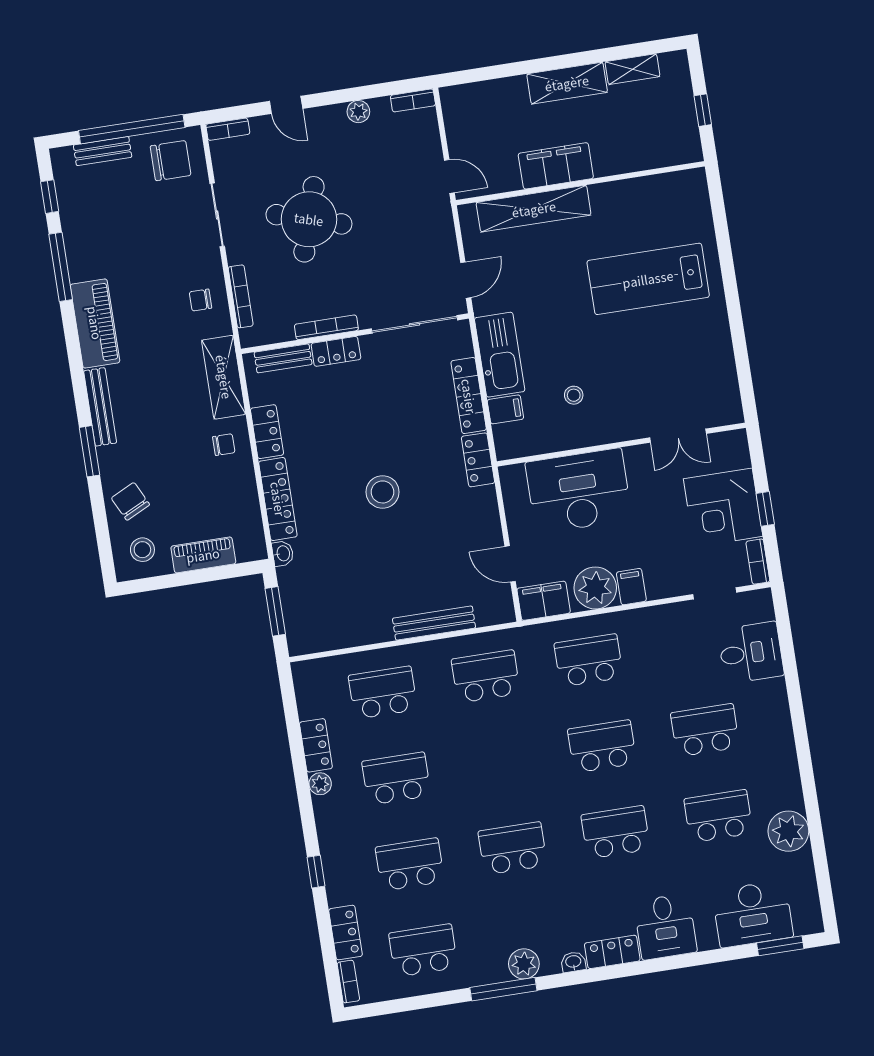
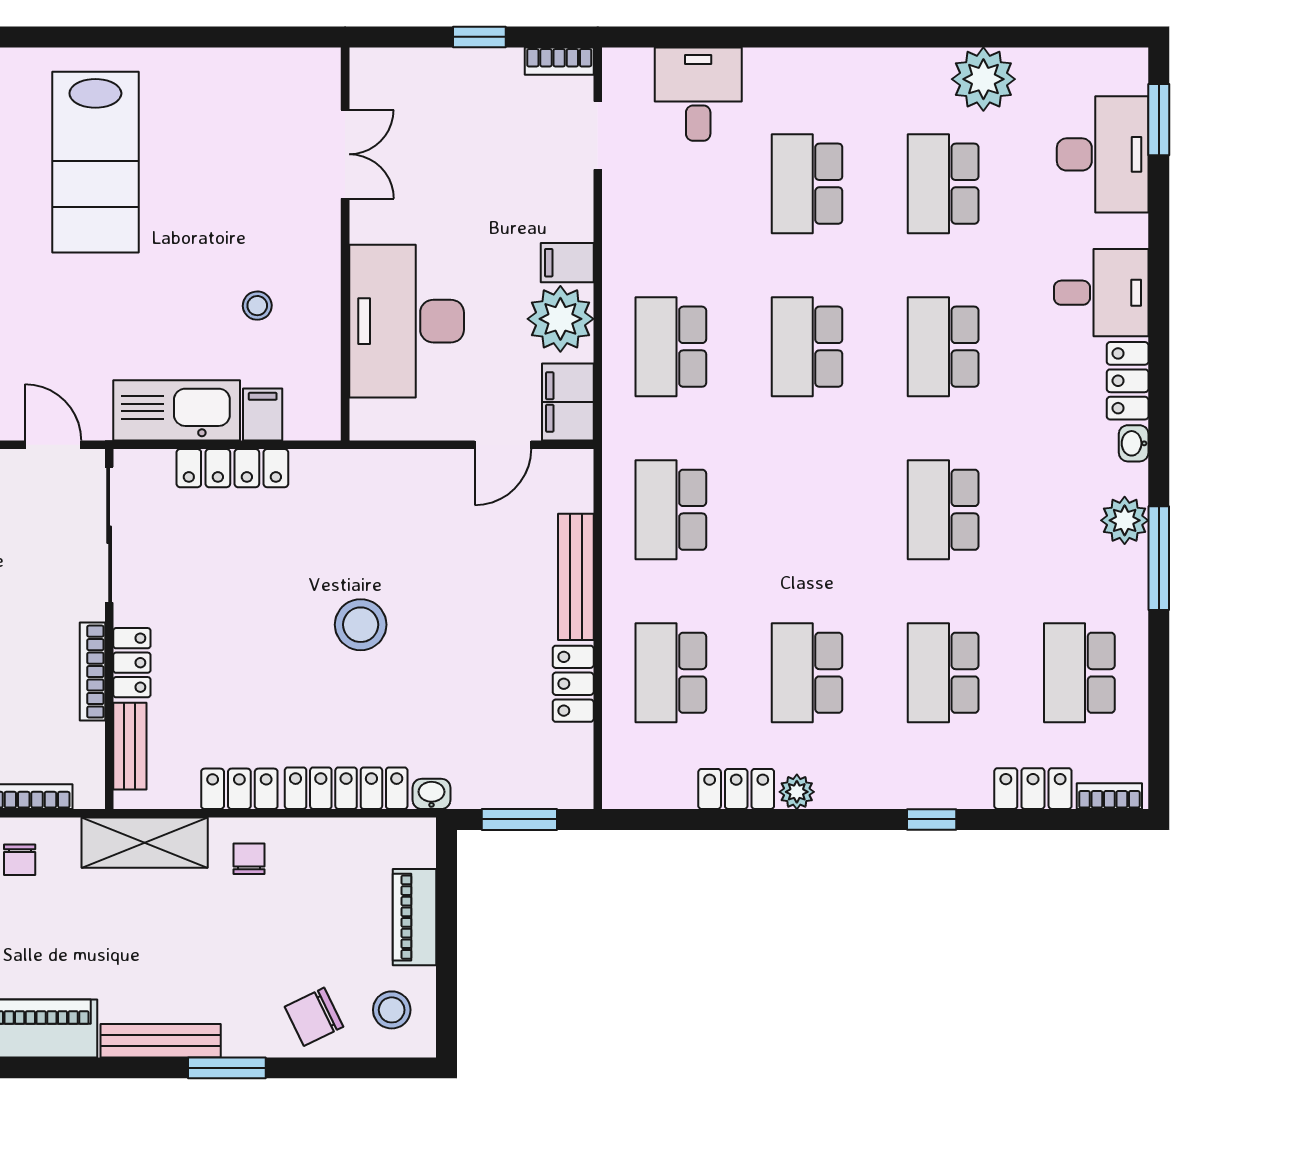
locker: (478, 460) -> (573, 684), moved, turned 90
corner desk: (723, 508) -> (467, 102), removed

